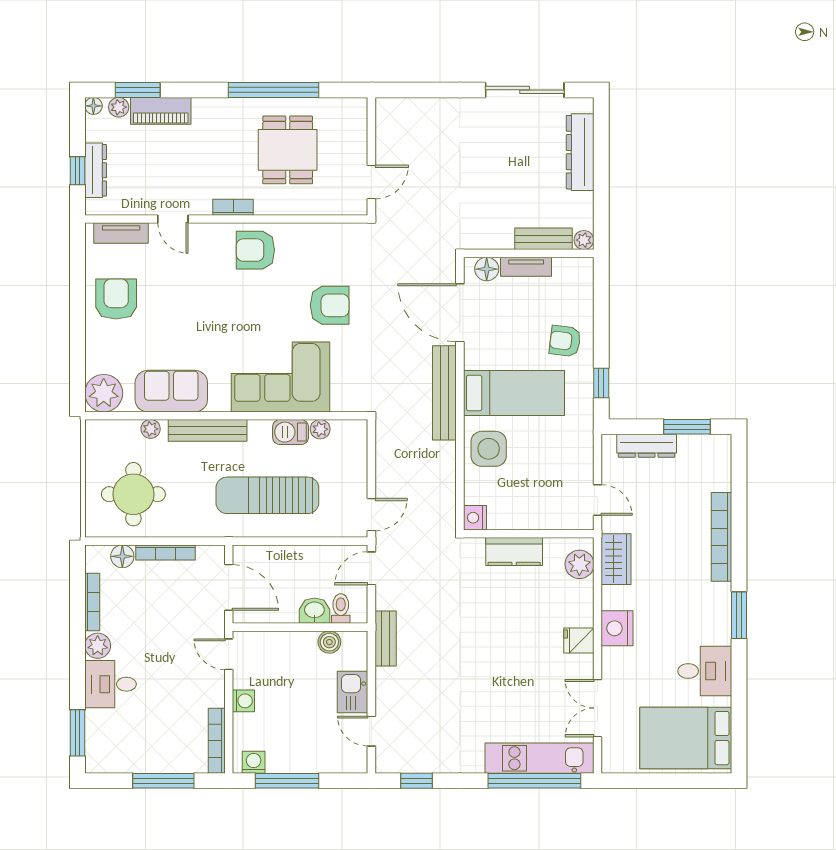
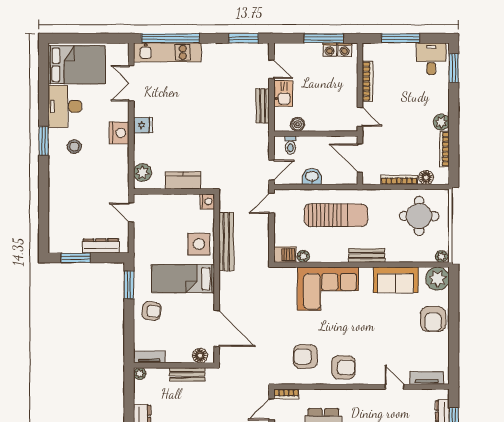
bookcase: (233, 207) -> (286, 394), moved
bench: (544, 239) -> (187, 374), moved
tv unit: (526, 267) -> (149, 357), moved
armchair: (116, 299) -> (433, 319), moved
armchair: (330, 305) -> (305, 357), moved
window: (601, 383) -> (129, 285), width x1.50
bench: (444, 393) -> (226, 242), moved
plant: (151, 429) -> (441, 256), moved
bench: (208, 430) -> (367, 256), width x0.73
barbecue: (291, 432) -> (285, 255), moved
bookcase: (721, 537) -> (54, 190), removed
wardrobe: (616, 559) -> (120, 176), removed
stool: (690, 606) -> (74, 147), added
washbasin: (314, 611) -> (312, 177), moved, turned 180
bench: (386, 639) -> (263, 106), moved
desk: (705, 671) -> (65, 106), width x1.37
desk: (110, 684) -> (431, 59), moved, turned -90
washing machine: (243, 701) -> (330, 50), moved, turned -90
double door: (598, 708) -> (131, 83), swing flipped
bookcase: (217, 741) -> (367, 81), moved
window: (416, 781) -> (244, 38), width x1.50

